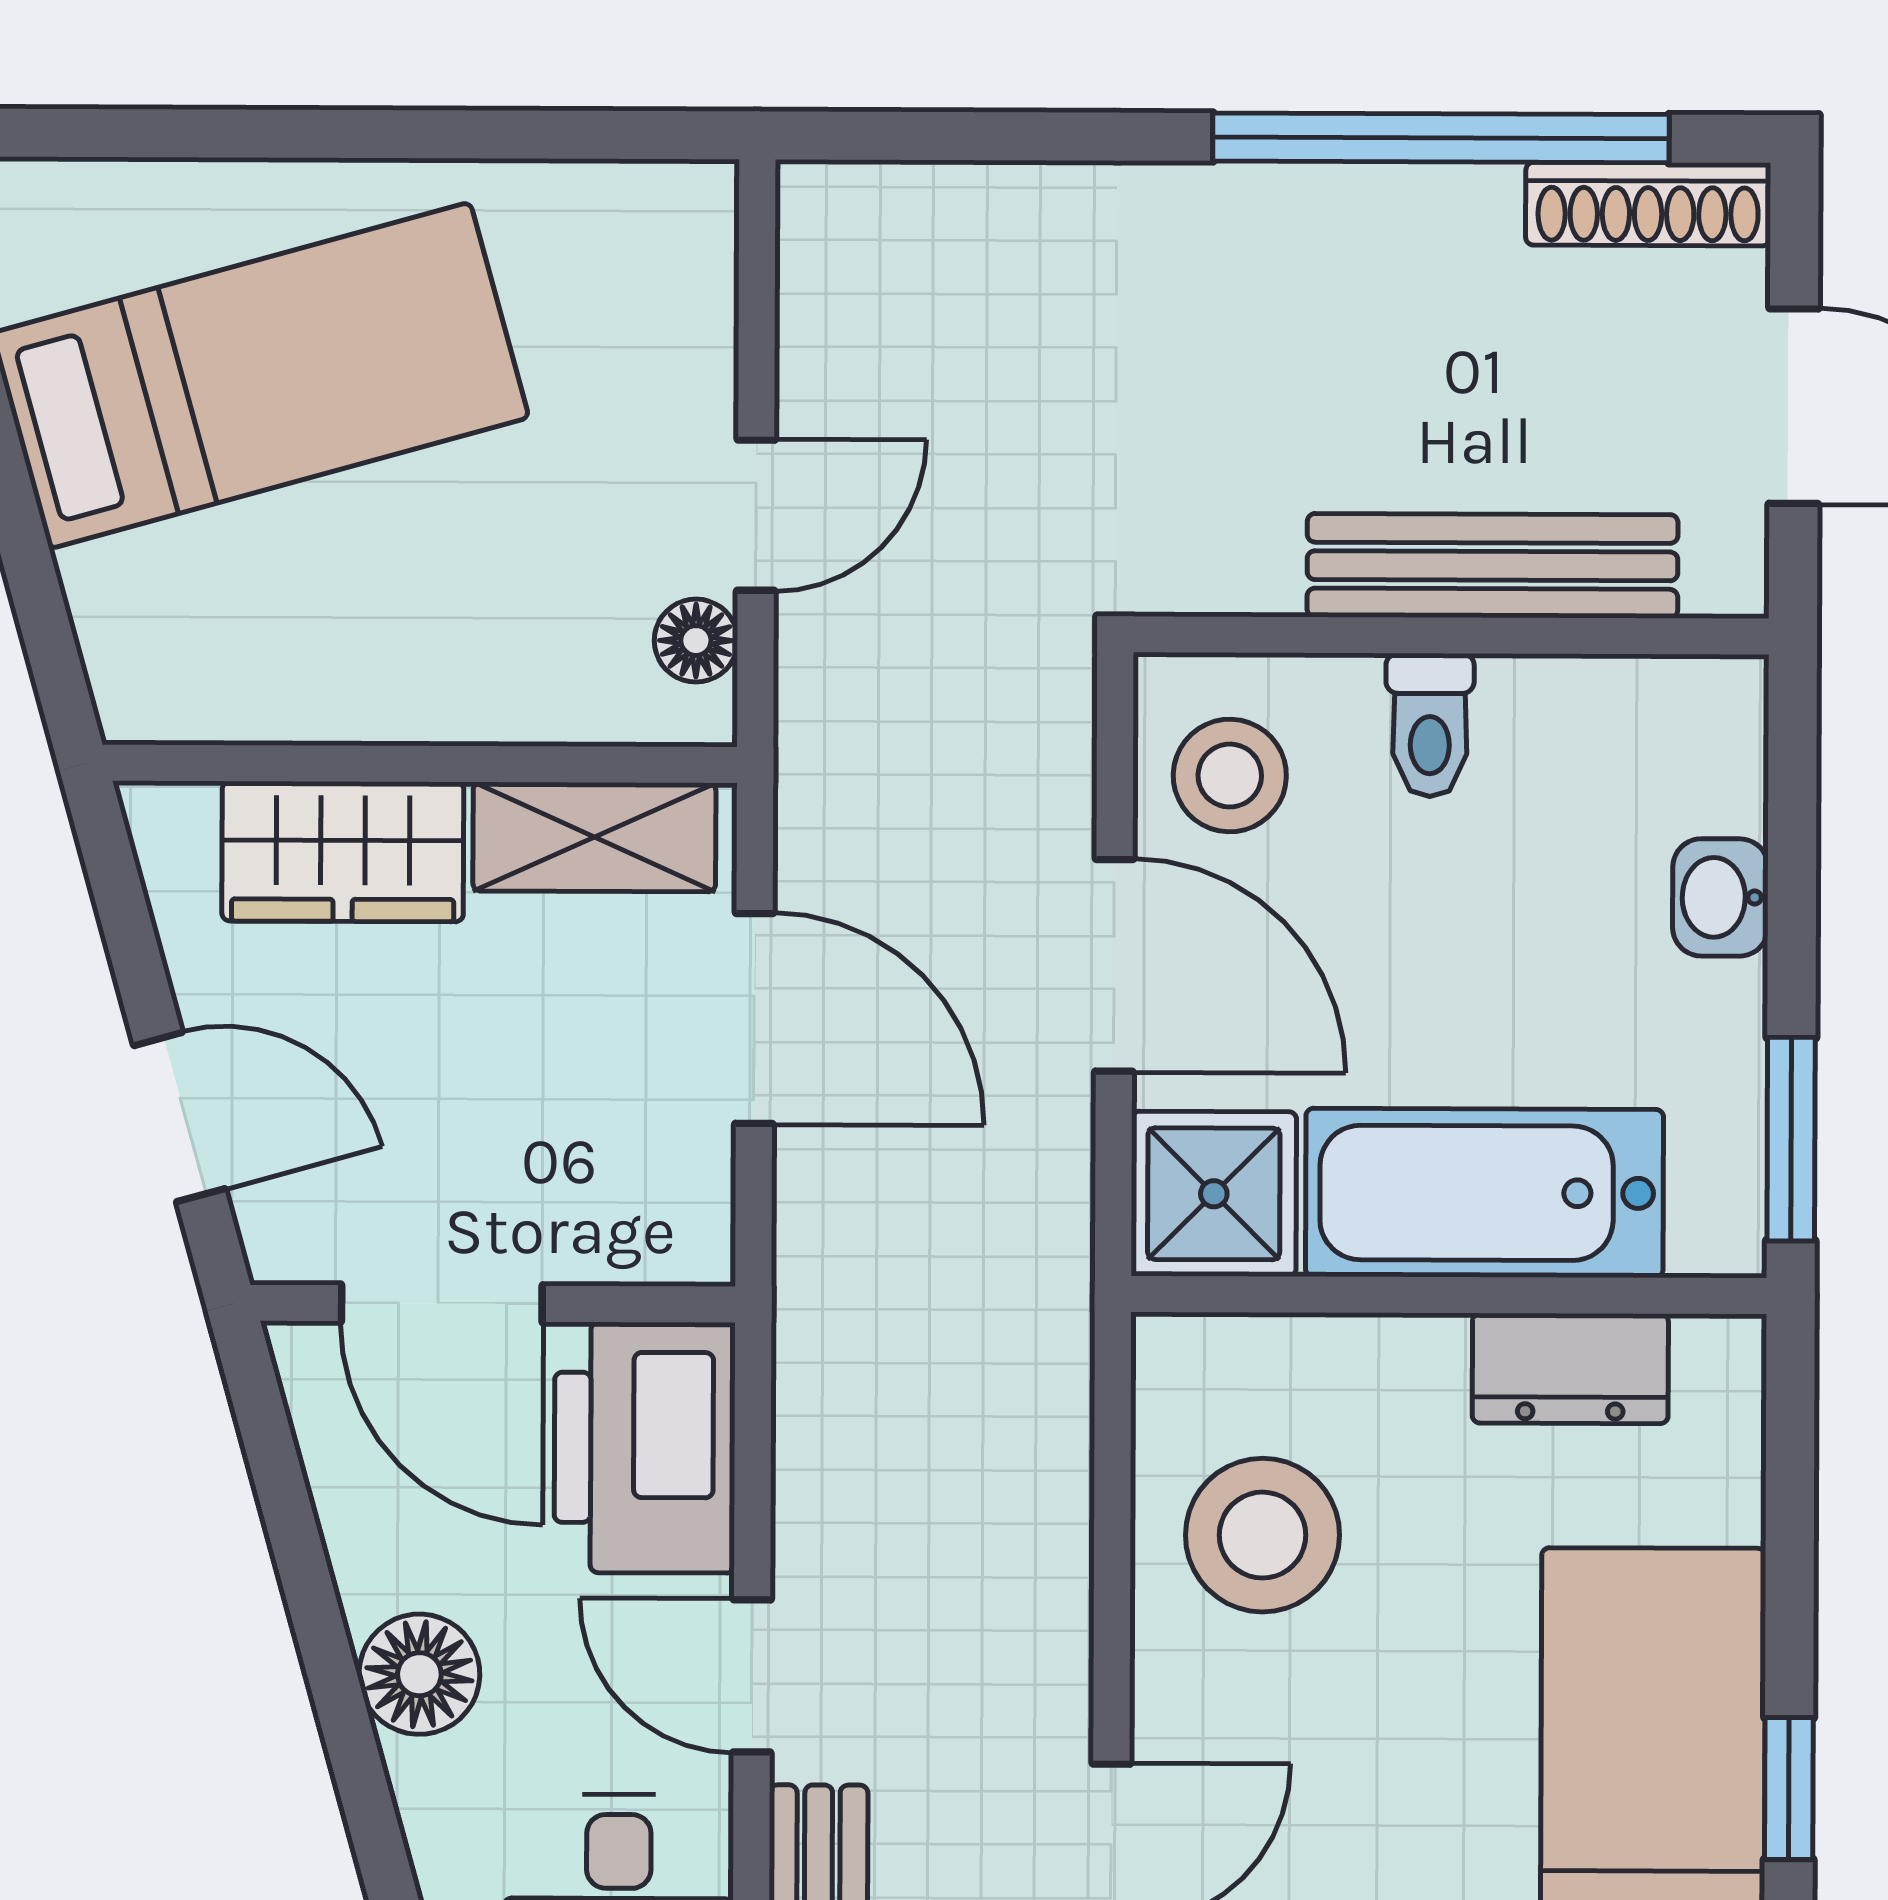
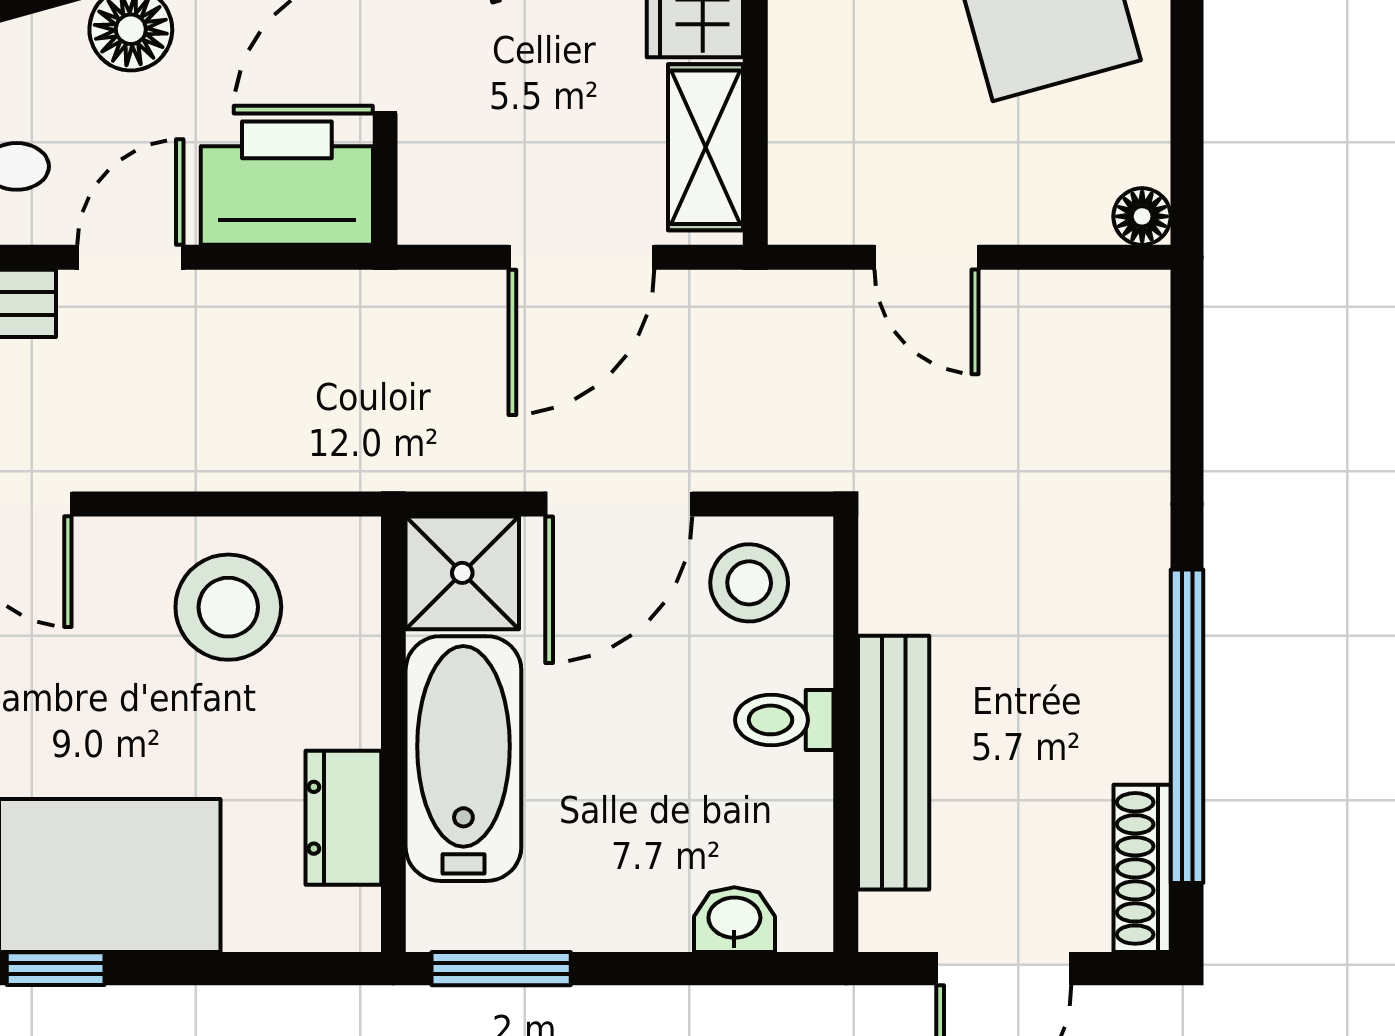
floor lamp: (696, 641) -> (1142, 216), moved
washbasin: (1720, 897) -> (734, 920), moved

